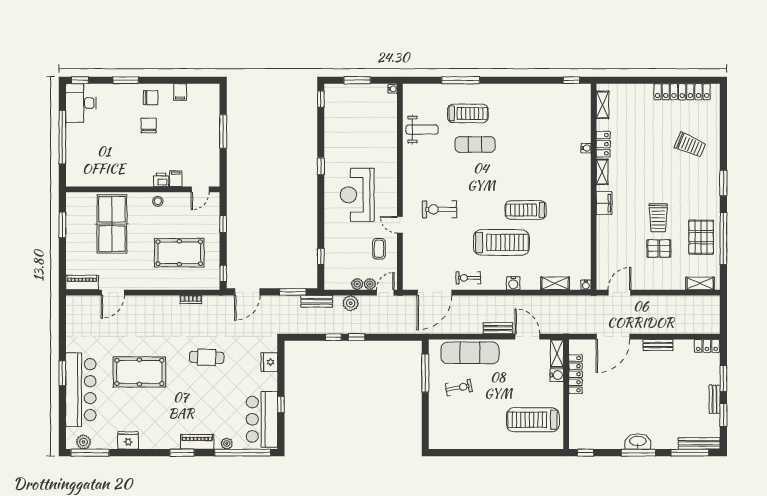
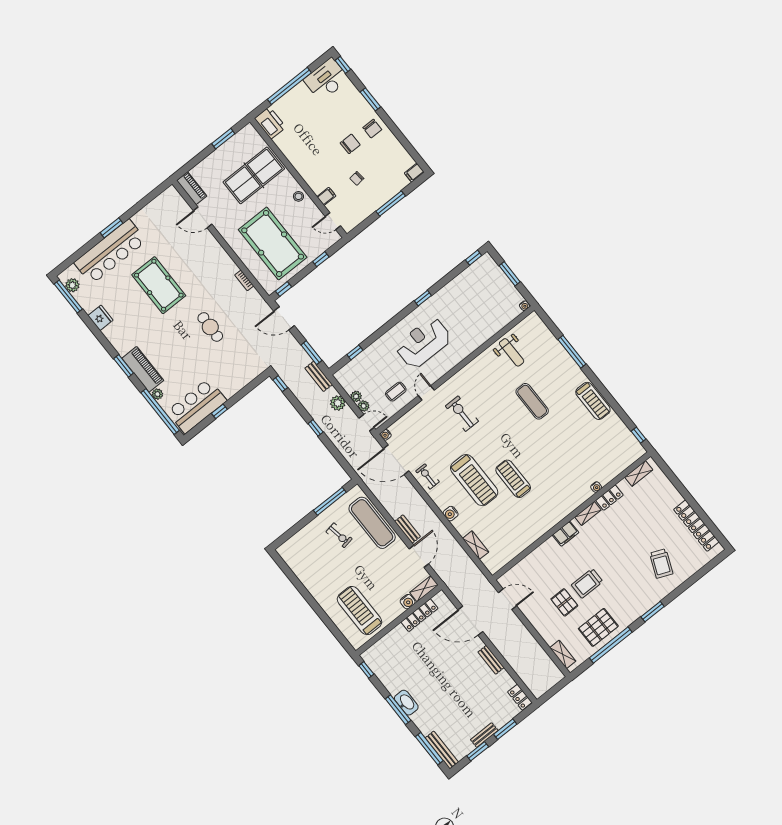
filing cabinet: (180, 92) -> (414, 173), moved
treadmill: (468, 113) -> (593, 401), moved
chair: (181, 142) -> (357, 178), added
printer: (161, 180) -> (270, 123), moved, width x1.87, depth x1.48
pool table: (179, 253) -> (273, 243), width x1.36, depth x1.32
water cooler: (586, 285) -> (386, 435), moved
window: (333, 337) -> (280, 384), moved
fridge: (269, 362) -> (244, 377), removed
piano: (197, 442) -> (143, 369), width x1.37, depth x1.33

